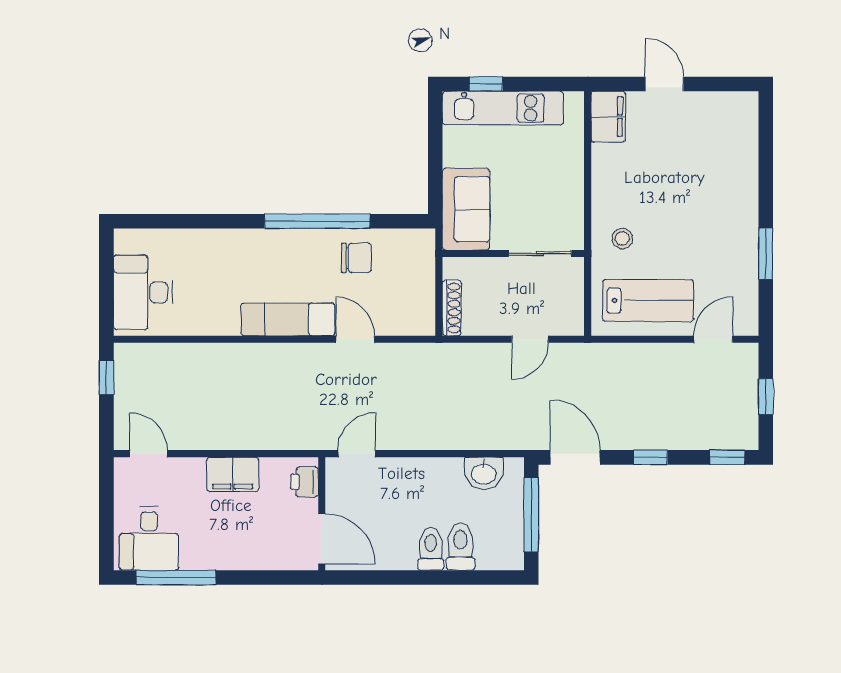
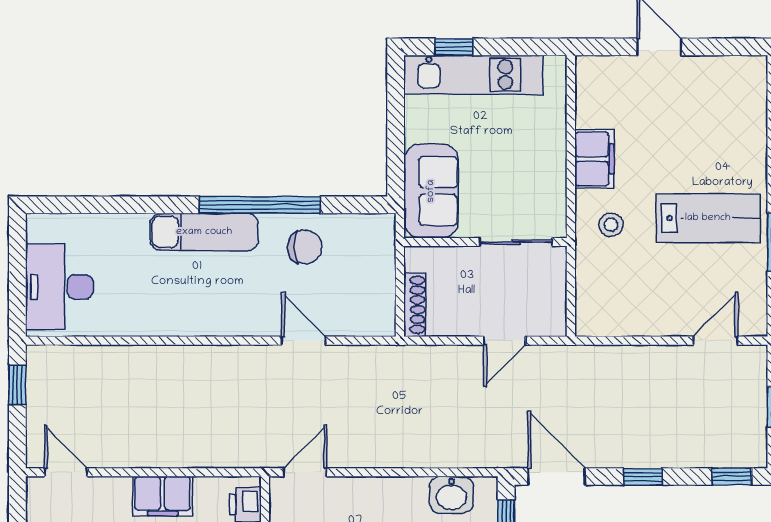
filing cabinet: (608, 117) -> (594, 159), moved
lab bench: (648, 300) -> (708, 218), moved
exam couch: (288, 319) -> (204, 232), moved, turned 180

